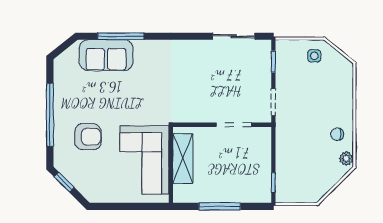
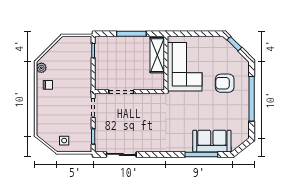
shelving: (183, 159) -> (157, 55), moved
window: (64, 182) -> (234, 44), moved

